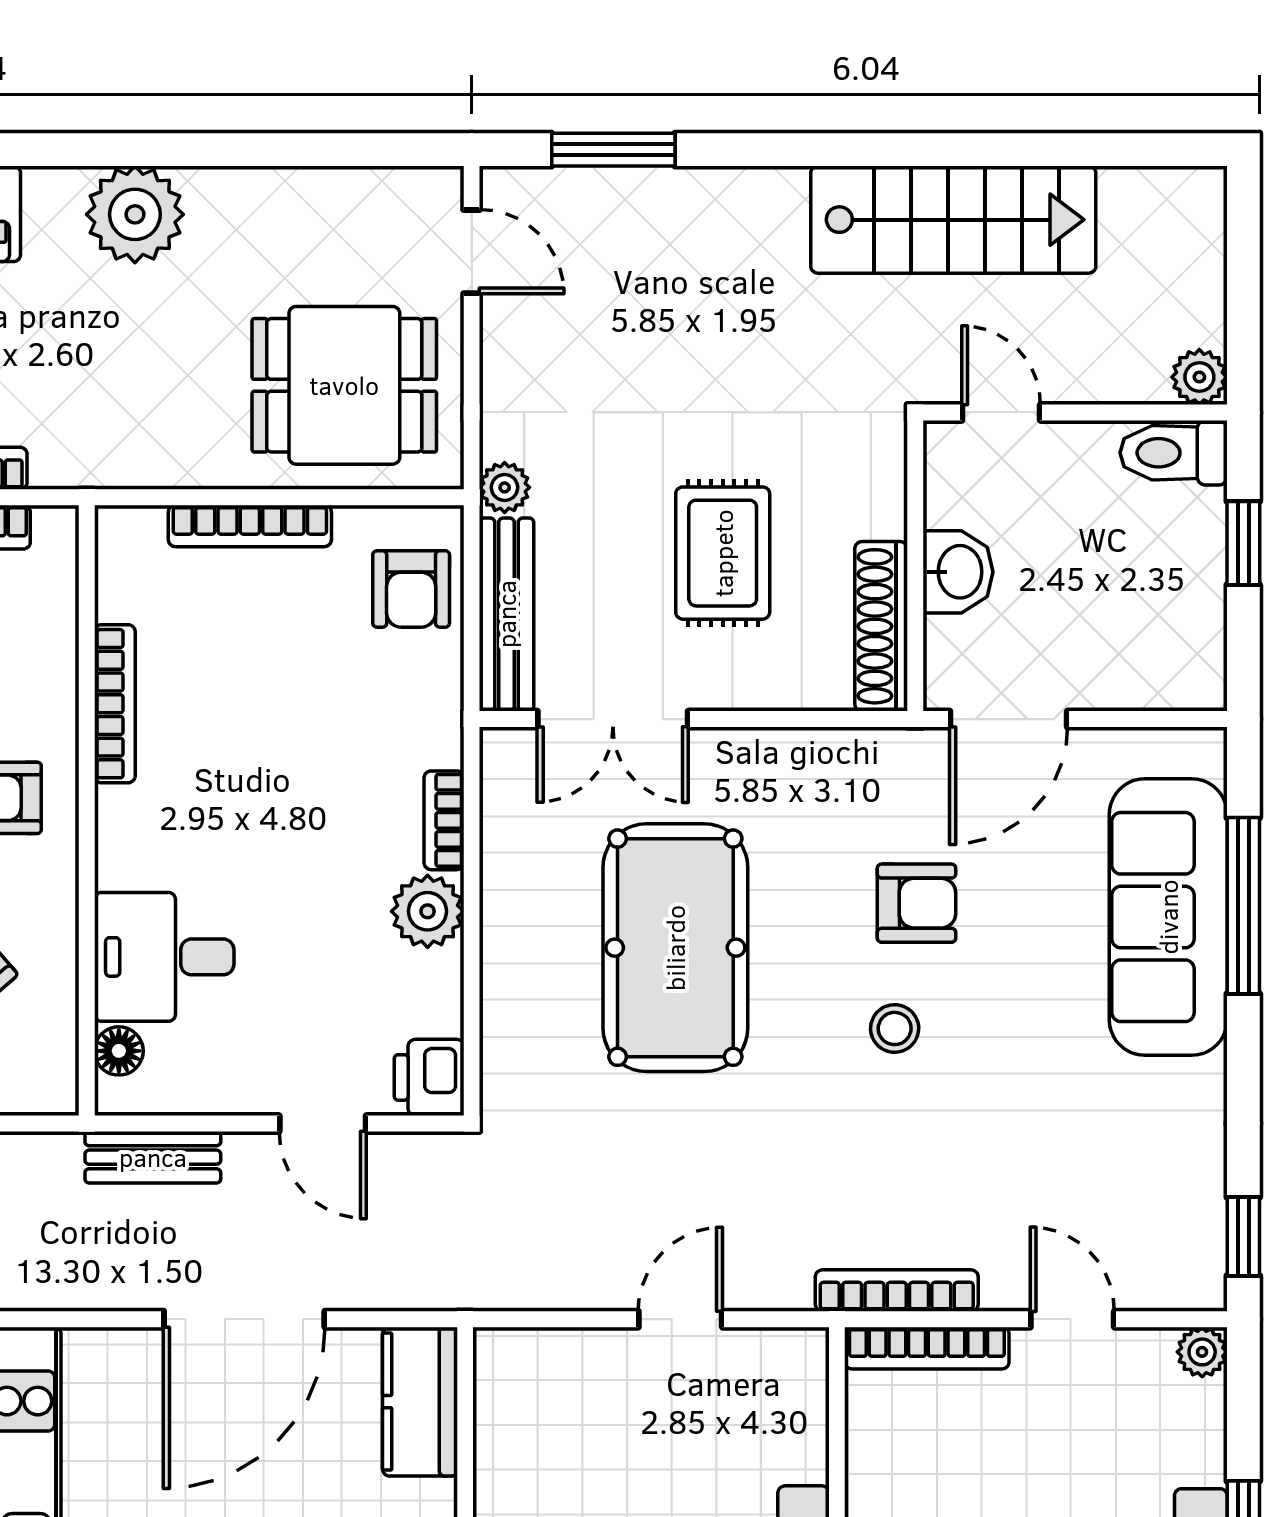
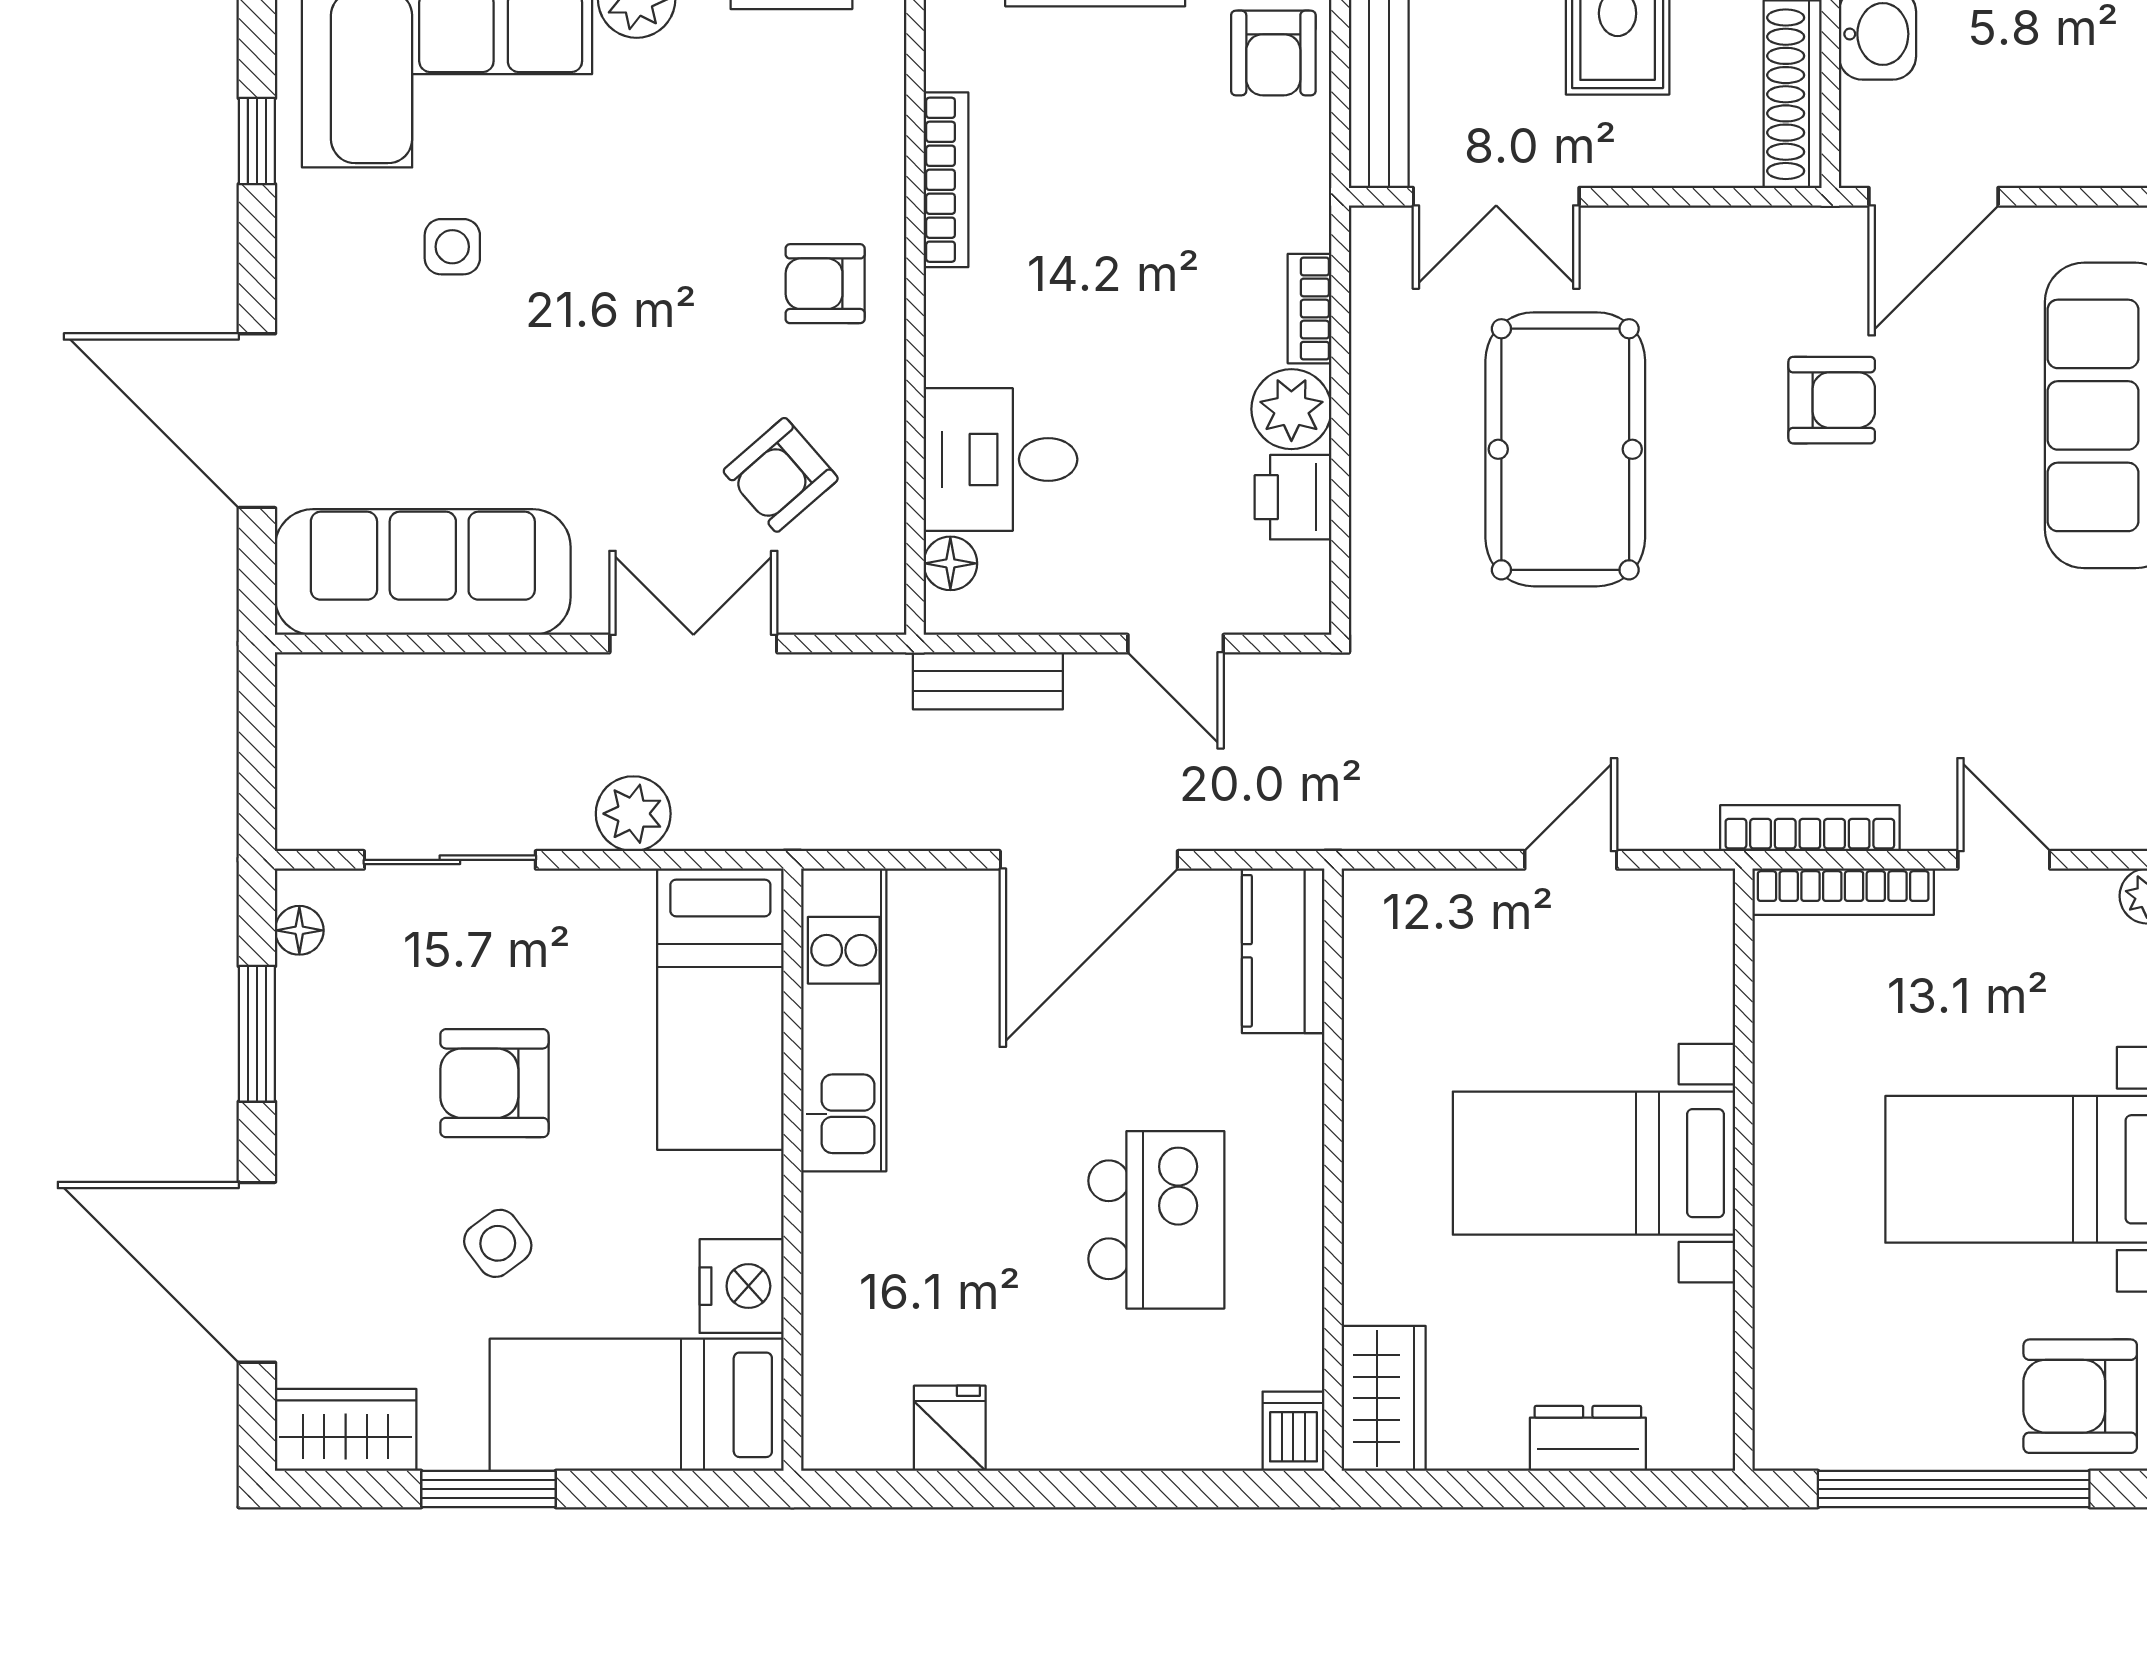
stool: (895, 1028) -> (1808, 539), removed
printer: (429, 1077) -> (1293, 497), moved

